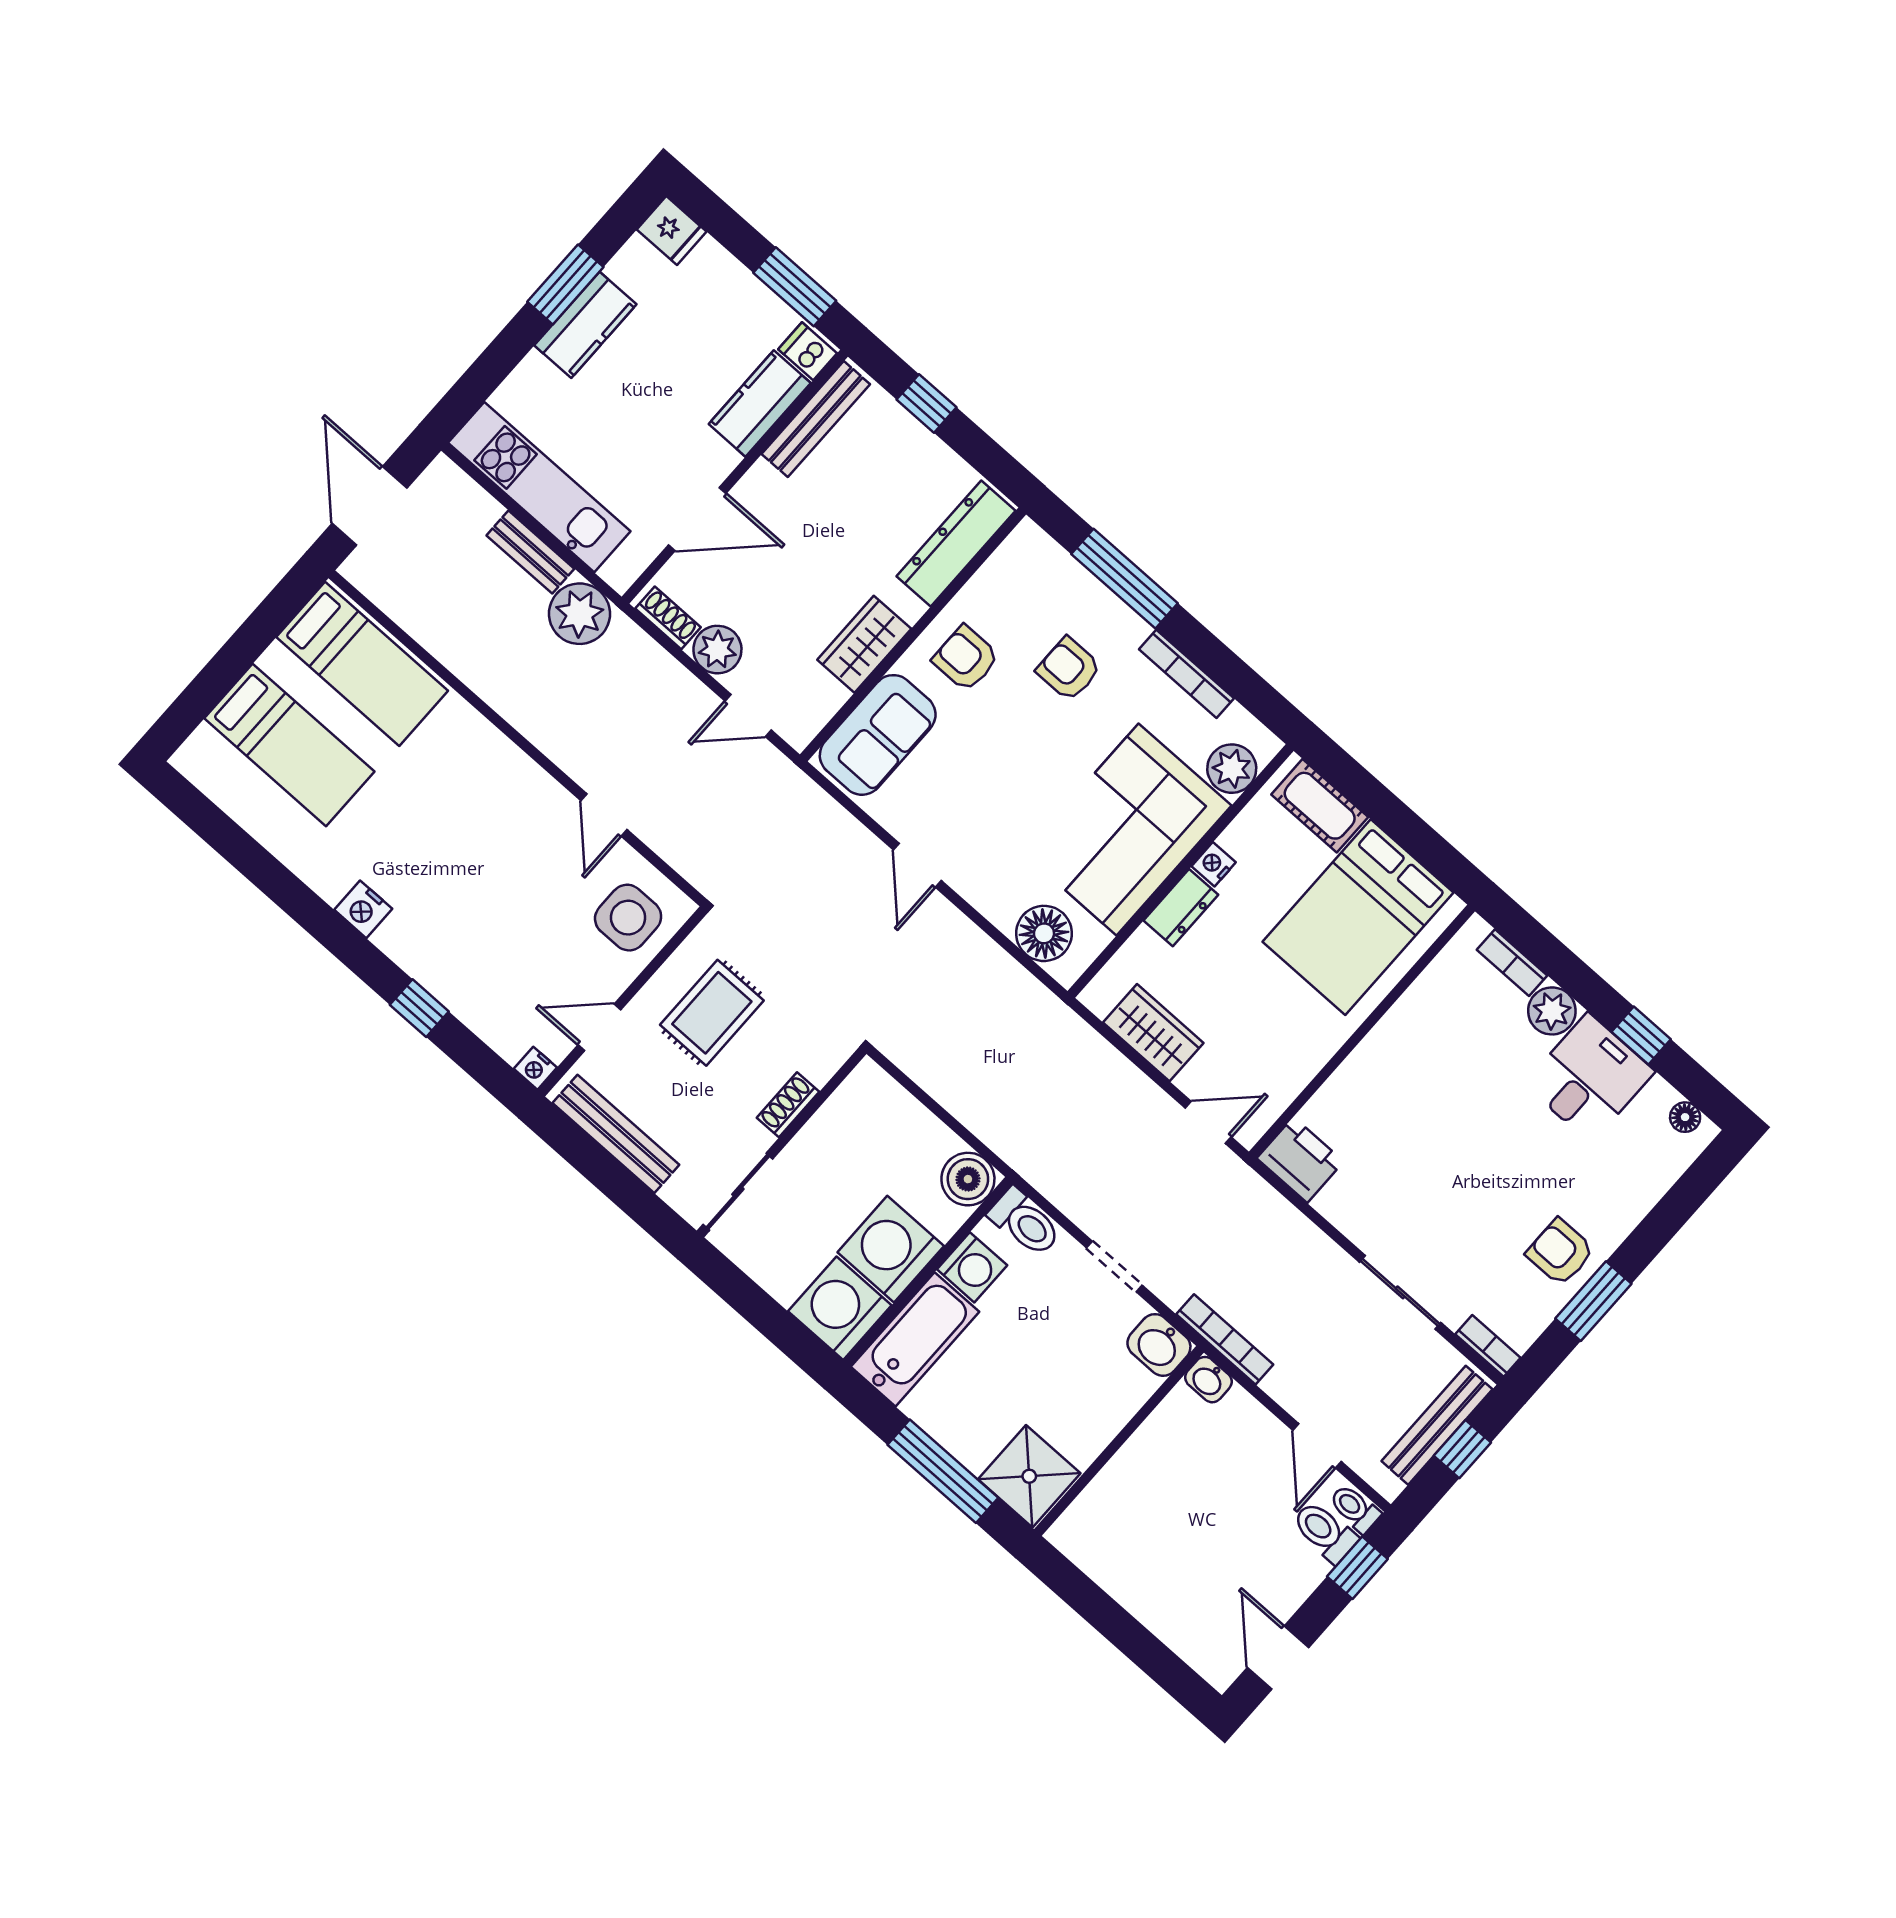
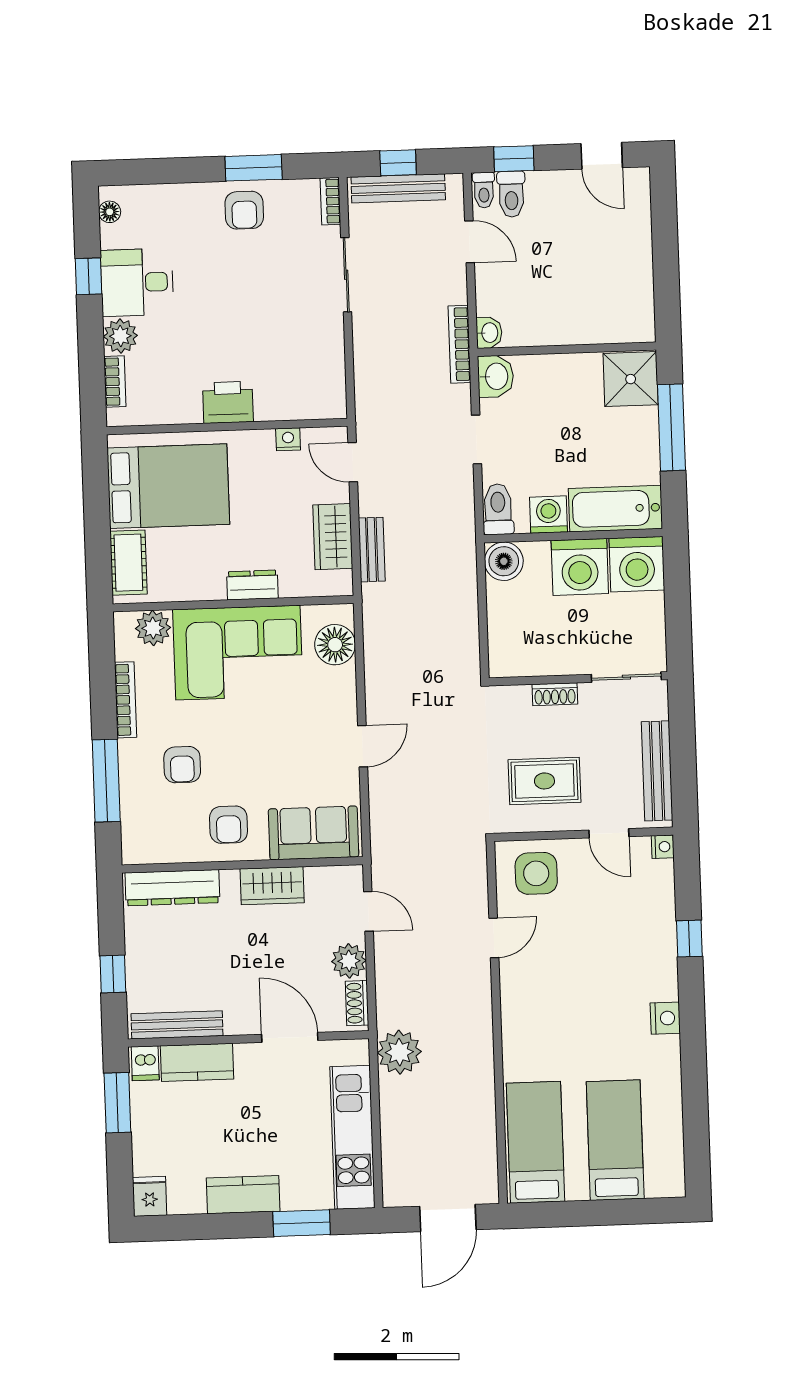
window: (565, 284) -> (302, 1223), moved
bench: (530, 552) -> (372, 550), moved
nightstand: (1214, 864) -> (288, 439), moved, turned 180
printer: (1300, 1160) -> (228, 402), moved, turned 90
door: (1317, 1446) -> (470, 242), hinge flipped
door: (1278, 1658) -> (602, 156), hinge flipped

